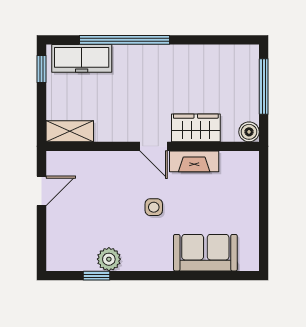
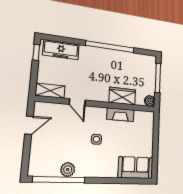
window: (124, 40) -> (110, 47), moved
door: (154, 146) -> (77, 102), moved
sofa: (205, 253) -> (136, 168), moved
window: (97, 276) -> (59, 180), width x3.17

